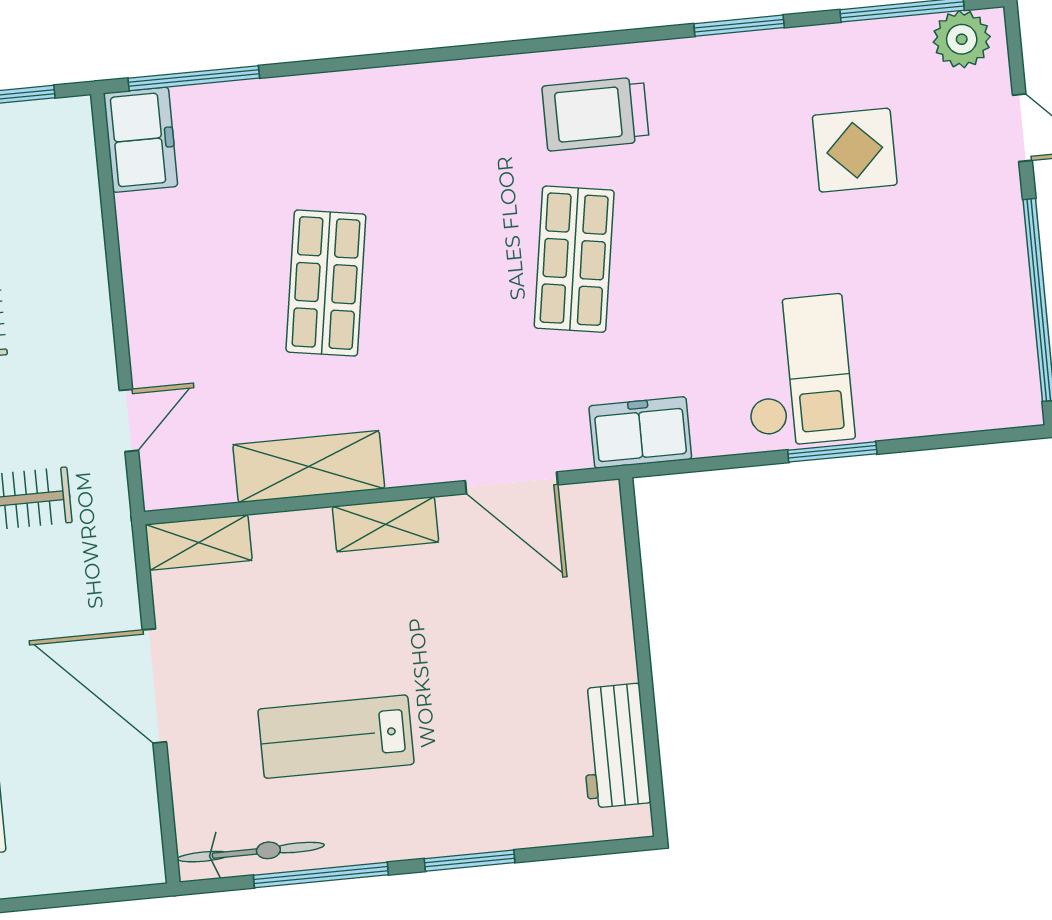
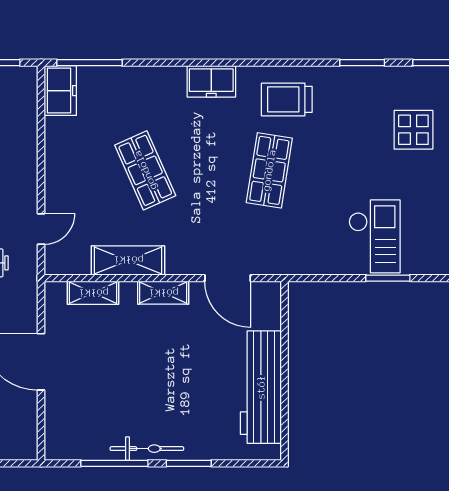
shop shelf: (326, 283) -> (145, 170), turned -33
freezer: (640, 432) -> (211, 81), moved, turned 180
shelving: (199, 542) -> (93, 293), moved
lab bench: (336, 737) -> (129, 396), removed
workbench: (614, 746) -> (261, 387), width x1.88, depth x1.32
bicycle: (251, 852) -> (147, 449), moved

